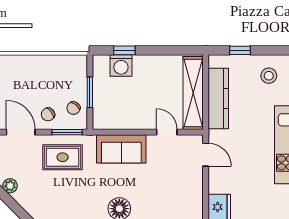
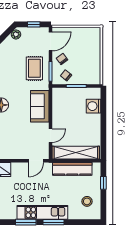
window: (124, 50) -> (103, 108), removed

